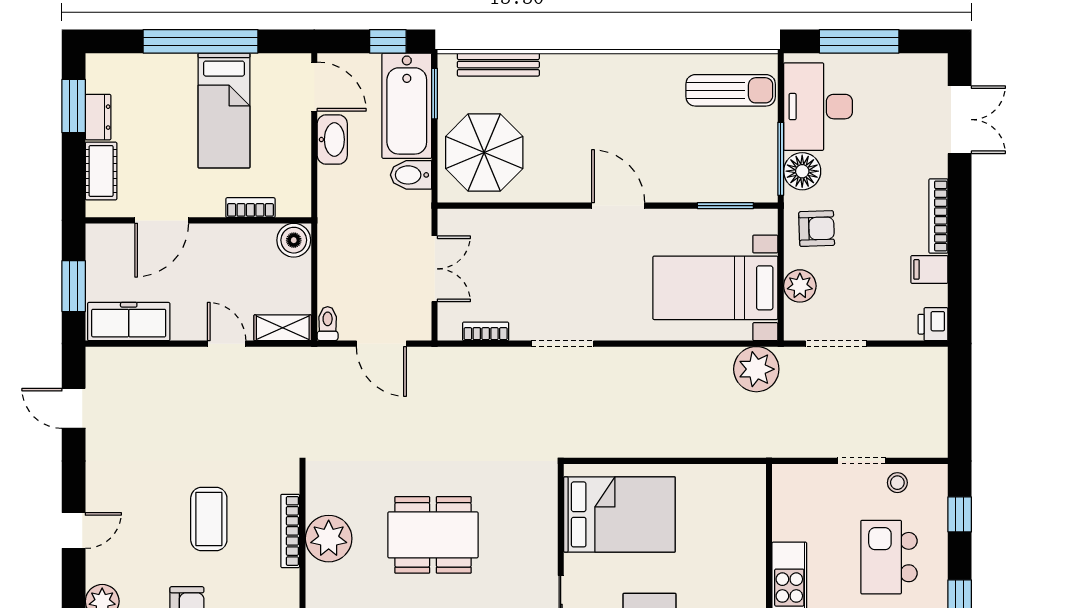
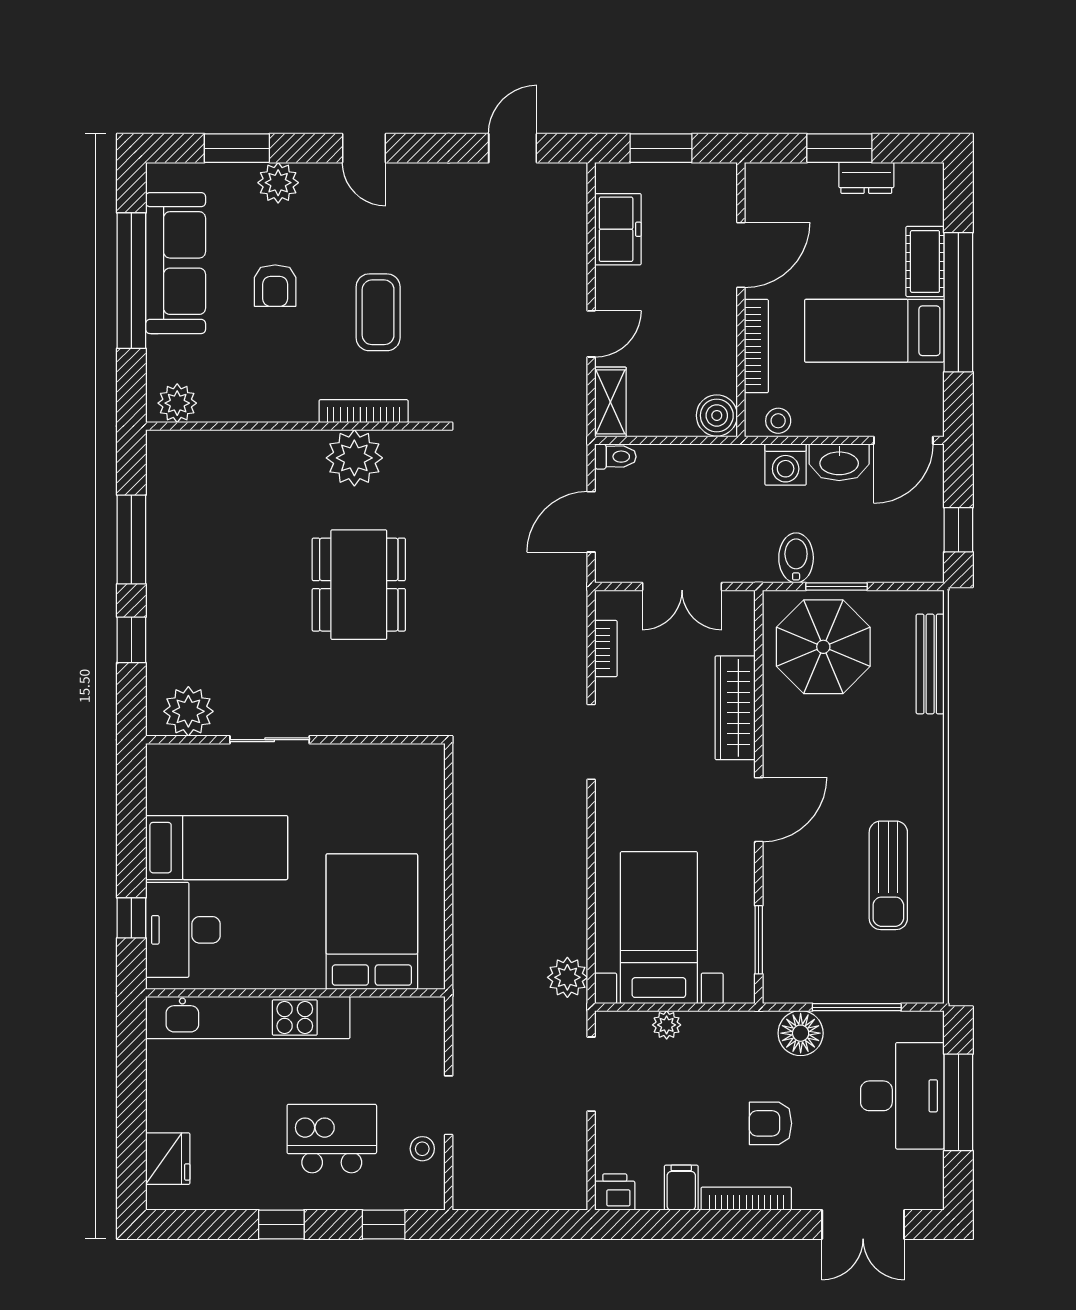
sun lounger: (731, 90) -> (888, 875), moved
window: (435, 94) -> (836, 586), moved
window: (74, 106) -> (839, 148), moved
bathtub: (407, 106) -> (880, 553), removed
desk: (818, 107) -> (902, 1096), moved, turned 90
window: (781, 159) -> (857, 1007), moved
cot: (101, 171) -> (925, 261), moved, turned 90
washing machine: (334, 184) -> (786, 465), added
stool: (298, 190) -> (778, 421), added
bookcase: (250, 208) -> (756, 346), width x1.56
door: (162, 220) -> (741, 255), swing flipped
wardrobe: (534, 225) -> (735, 708), added
armchair: (817, 229) -> (770, 1123), moved, turned 92
plant: (800, 286) -> (667, 1025), width x0.73, depth x0.73
freezer: (129, 322) -> (618, 229), width x0.71
plant: (756, 369) -> (567, 977), width x0.73, depth x0.73
bed: (619, 514) -> (372, 922), moved, turned 180
coffee table: (209, 519) -> (378, 312), turned 90

